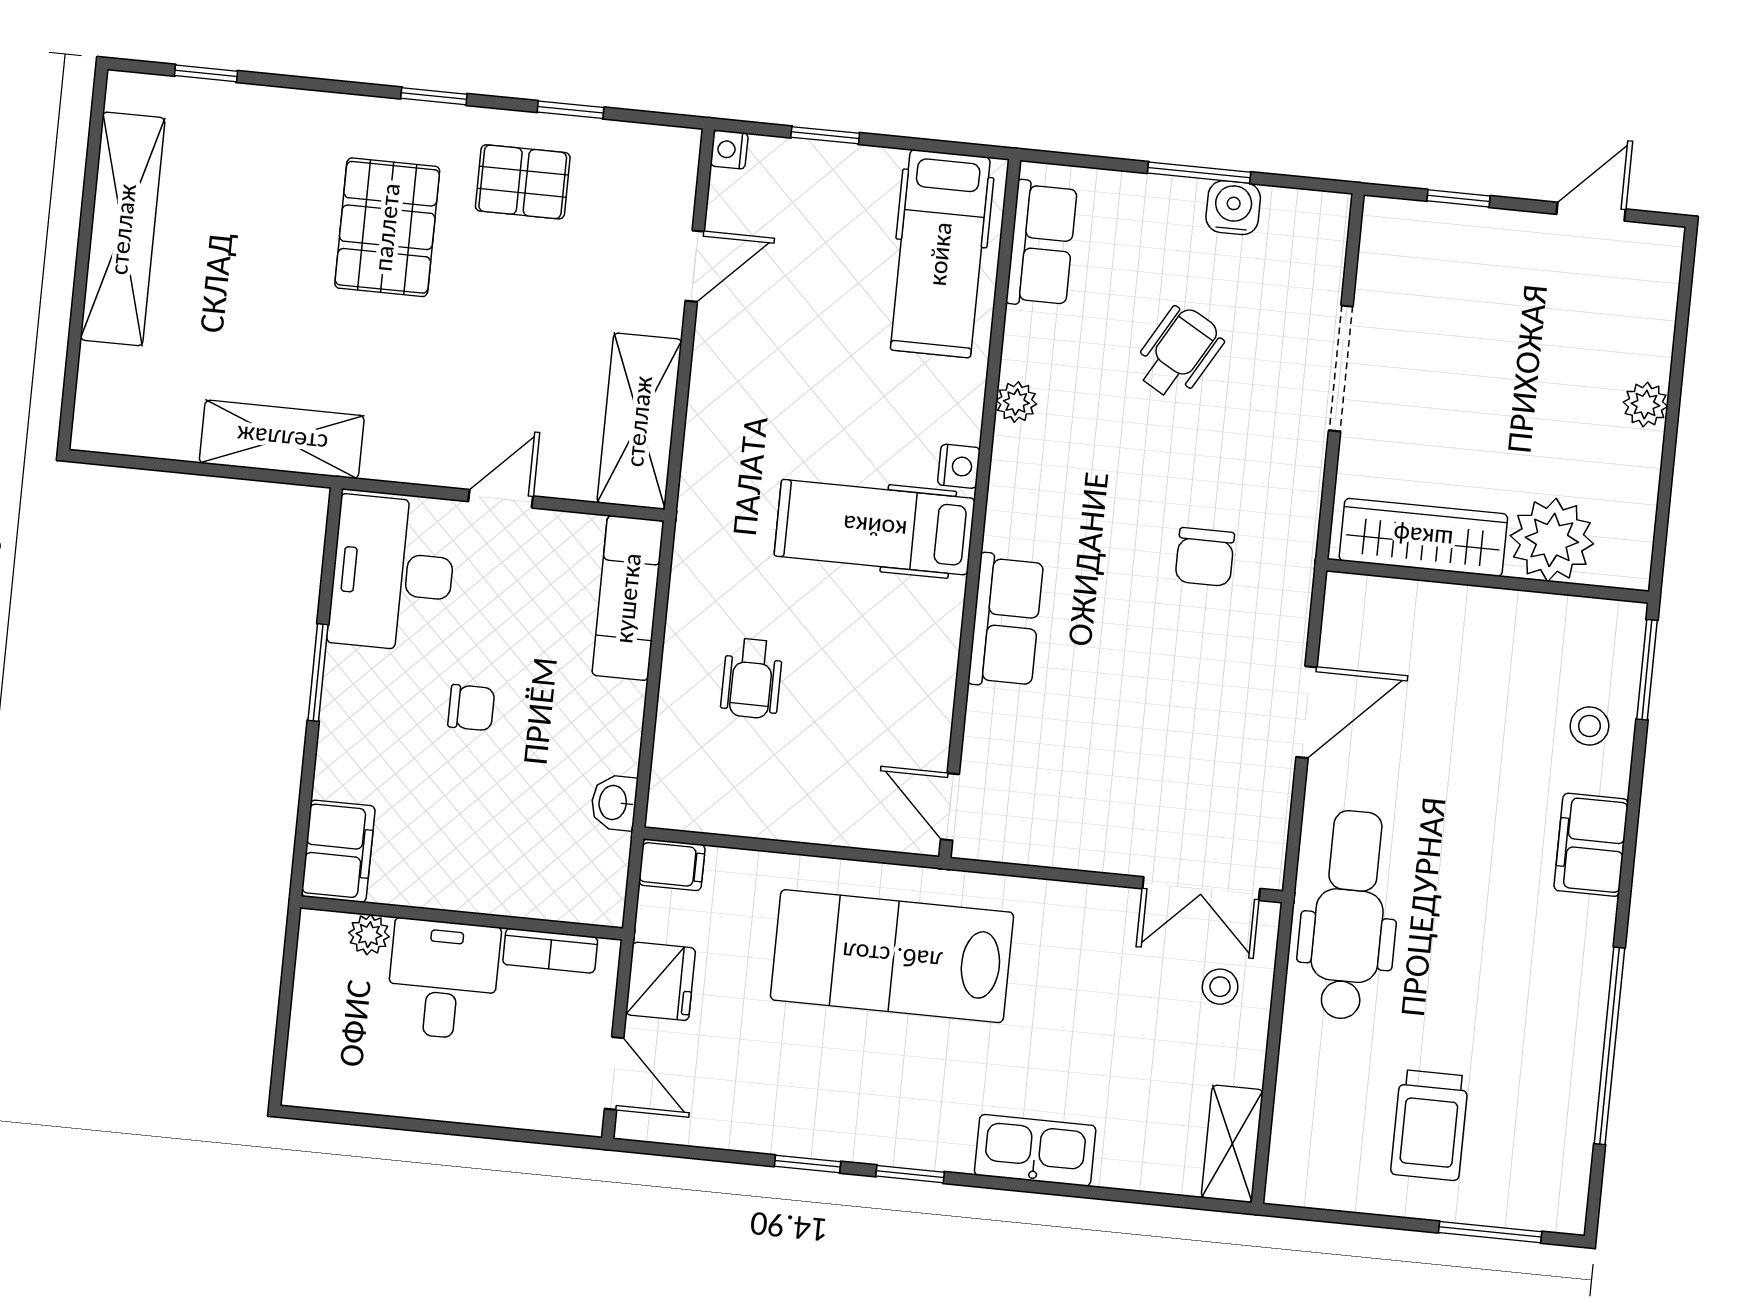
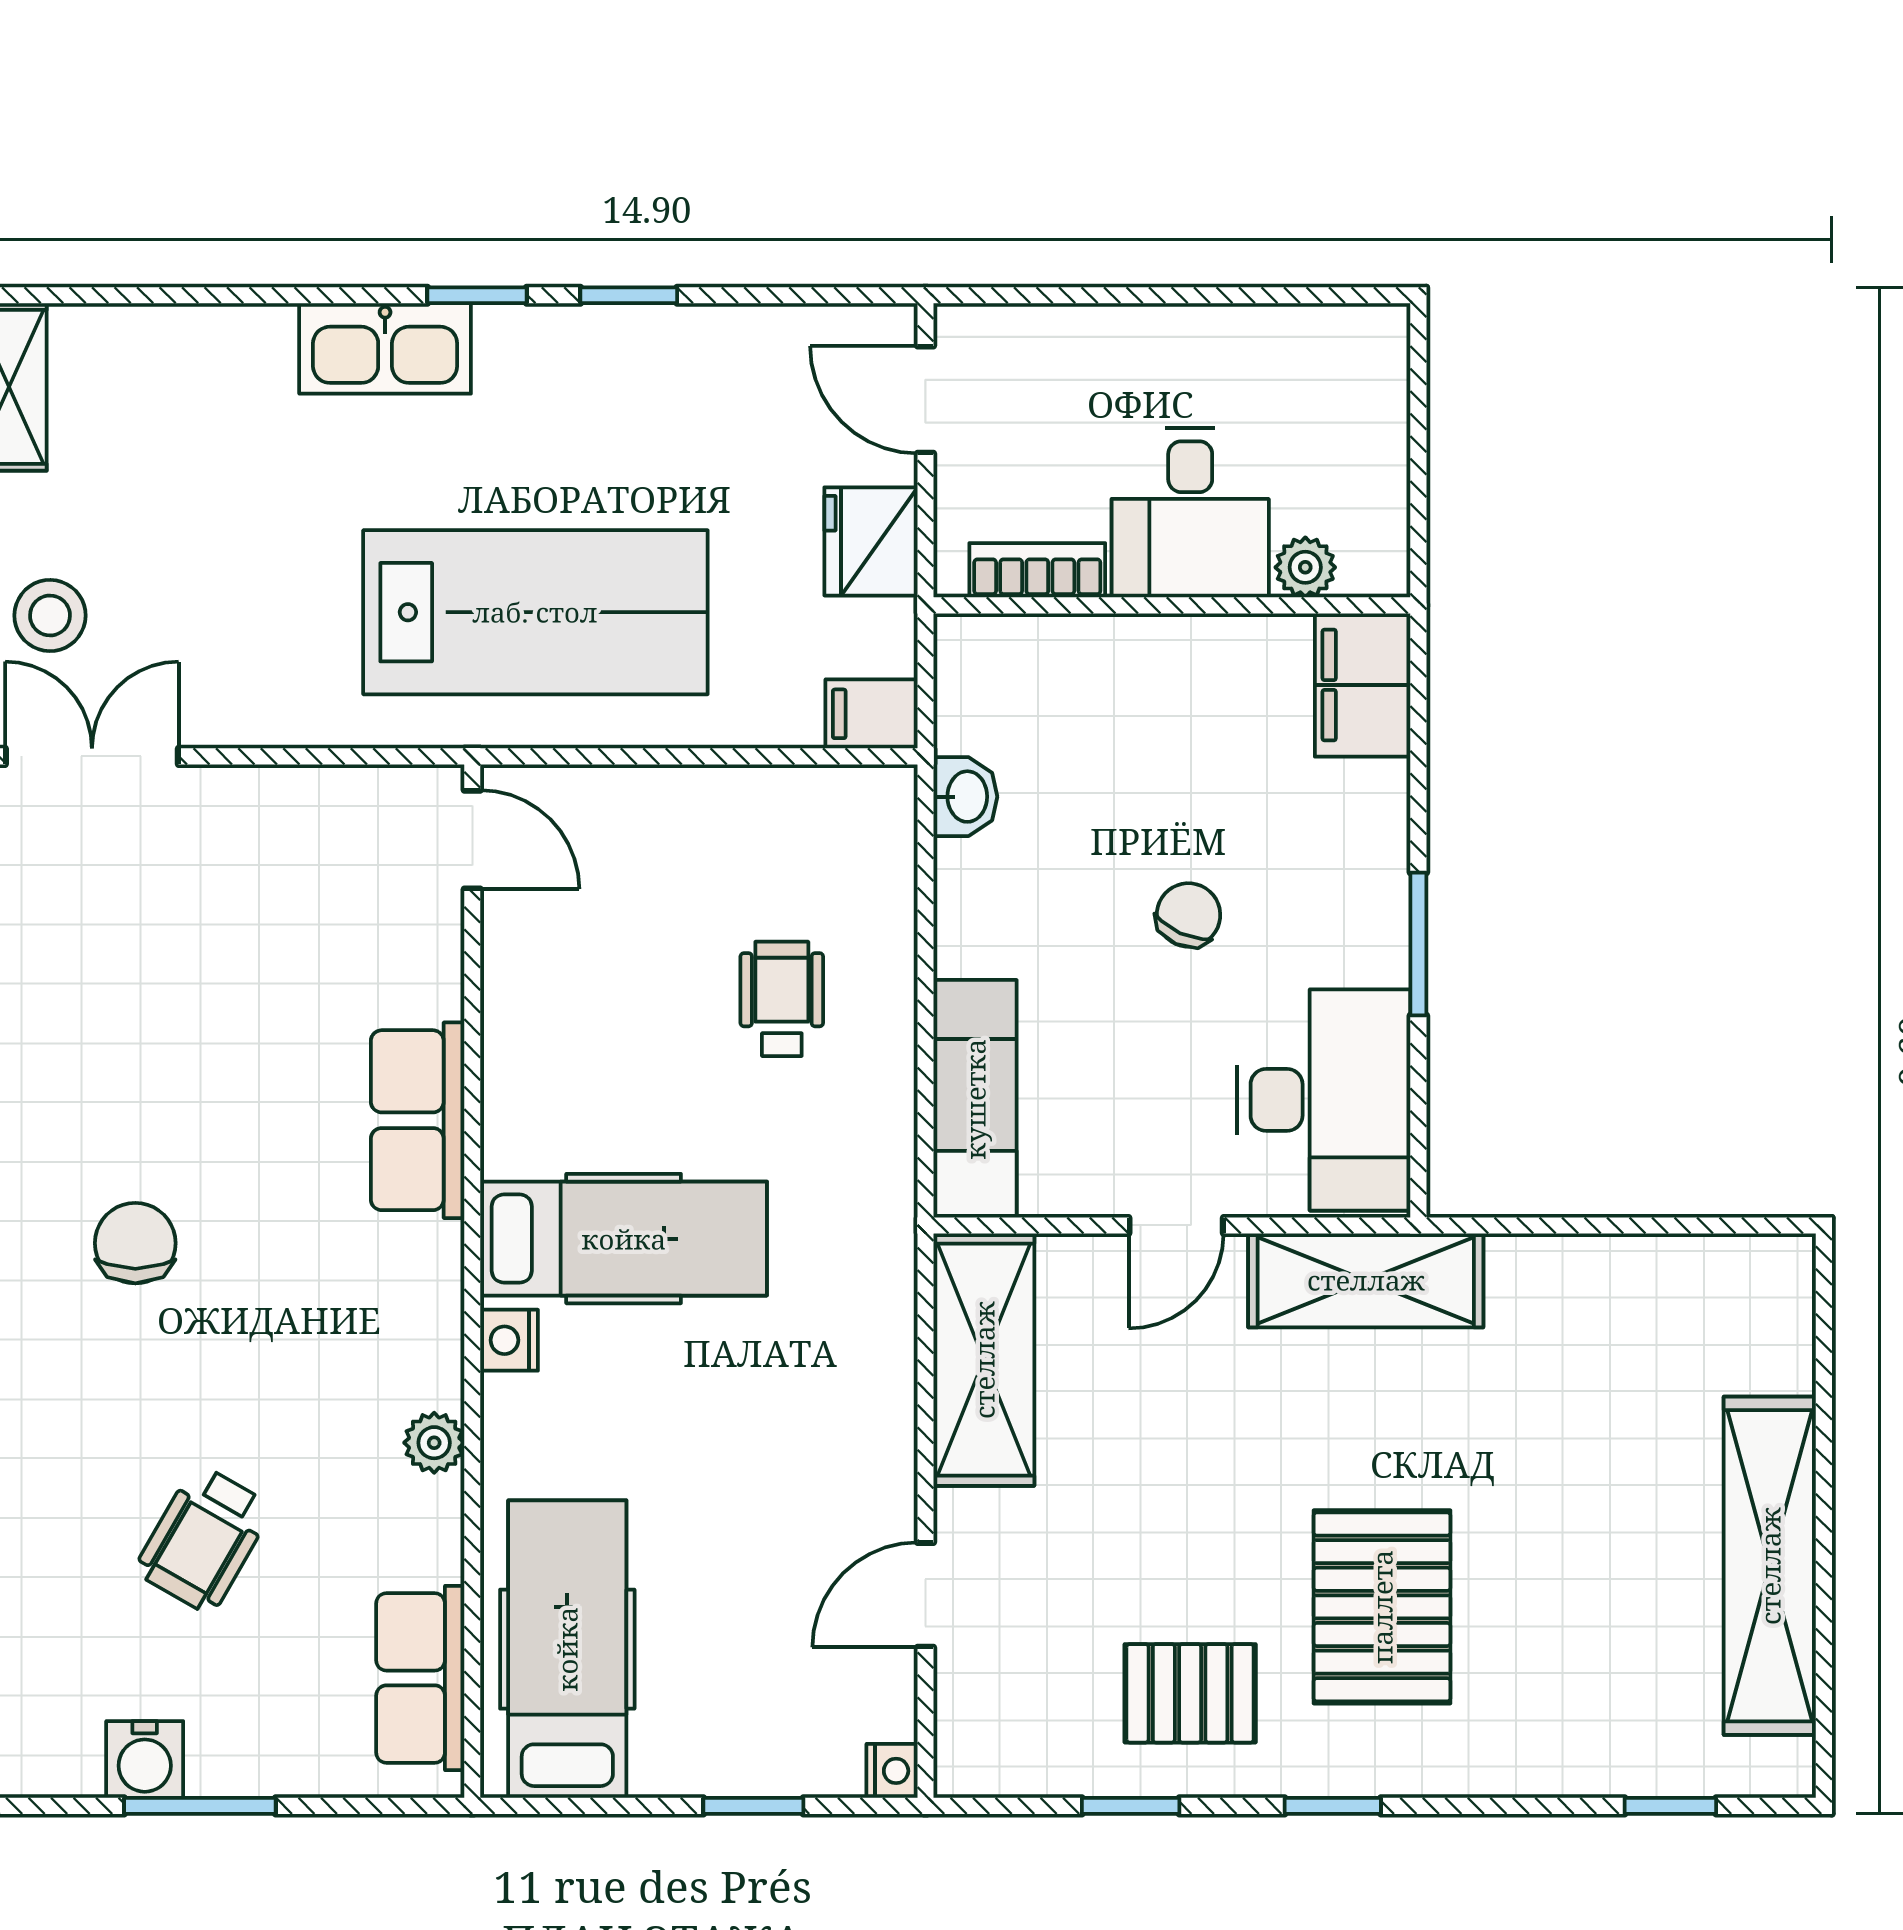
shelving: (282, 439) -> (1366, 1280), moved
chair: (471, 708) -> (1188, 915), turned 114
stool: (1220, 987) -> (50, 615), width x1.37, depth x1.37
kitchen sink: (1035, 1150) -> (385, 348), moved

